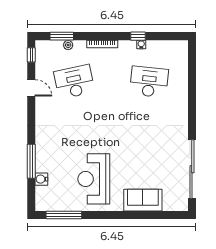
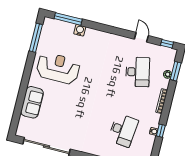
door: (31, 88) -> (141, 37), swing flipped
window: (31, 161) -> (68, 19), moved
water cooler: (41, 179) -> (80, 30), moved

